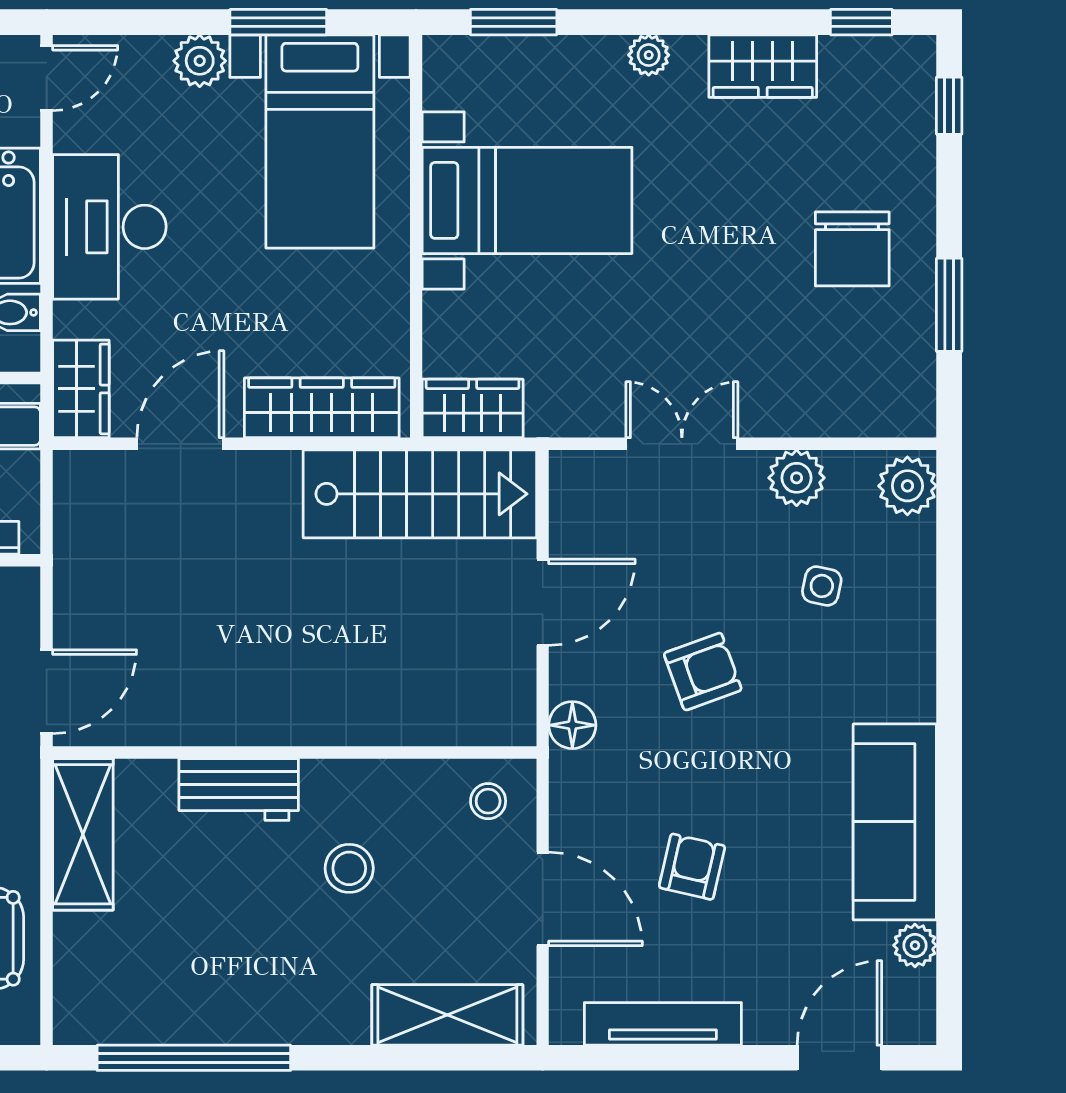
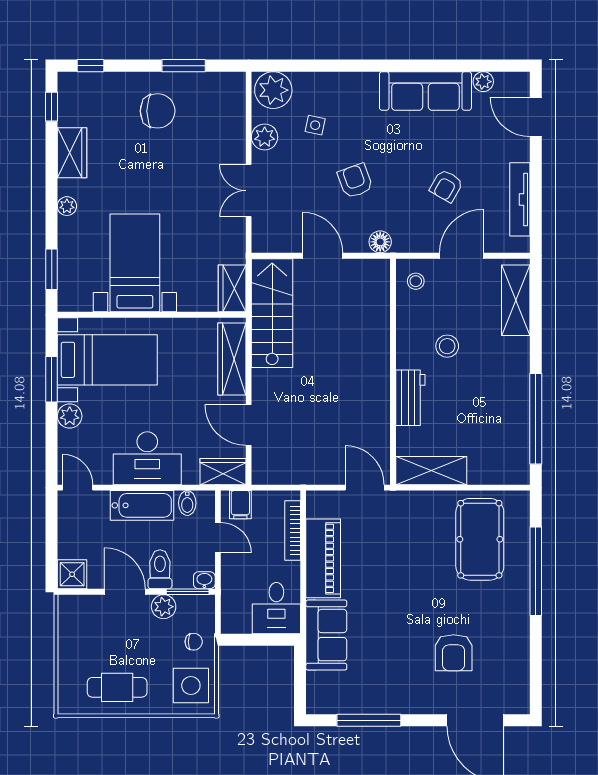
plant: (907, 486) -> (273, 90), width x1.36, depth x1.36
armchair: (692, 867) -> (446, 186), turned -73

